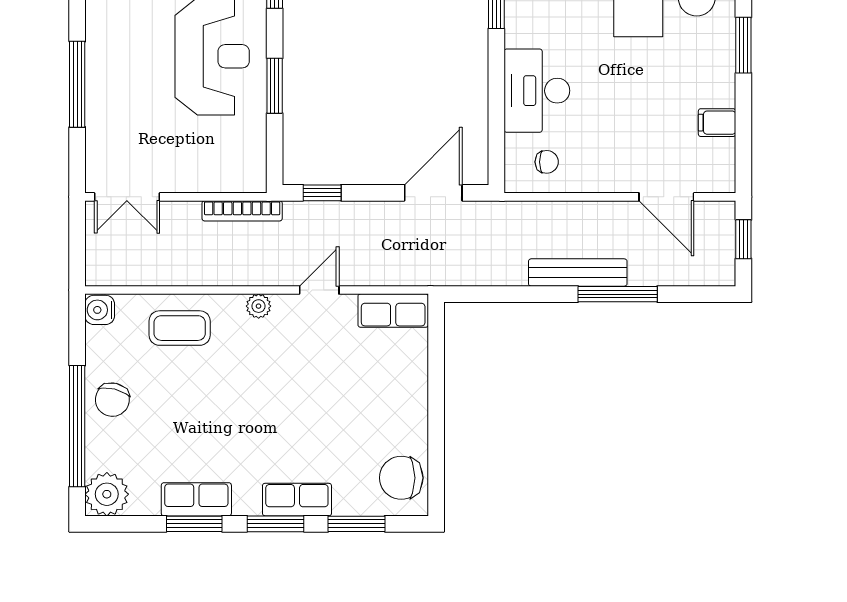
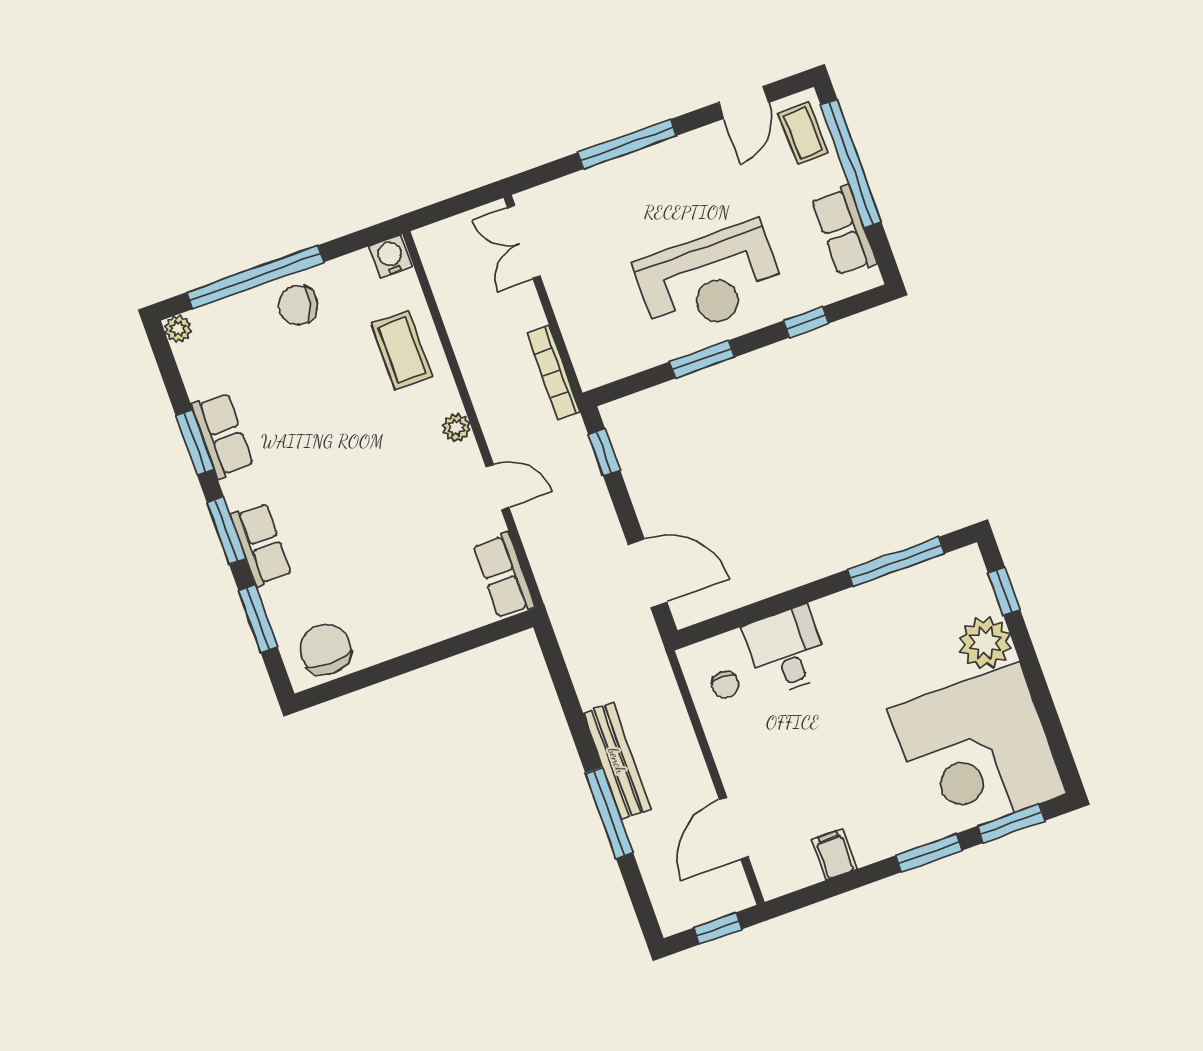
desk: (537, 91) -> (787, 651), width x0.73
plant: (107, 494) -> (178, 329), width x0.53, depth x0.53

